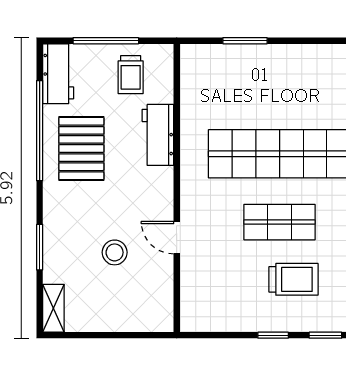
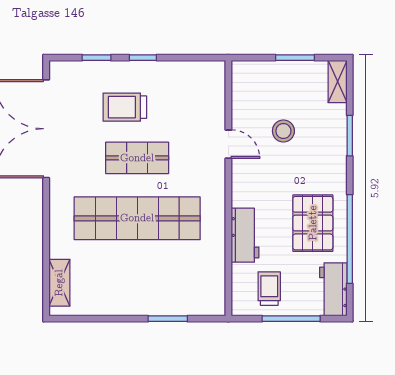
window: (102, 335) -> (295, 58), added

